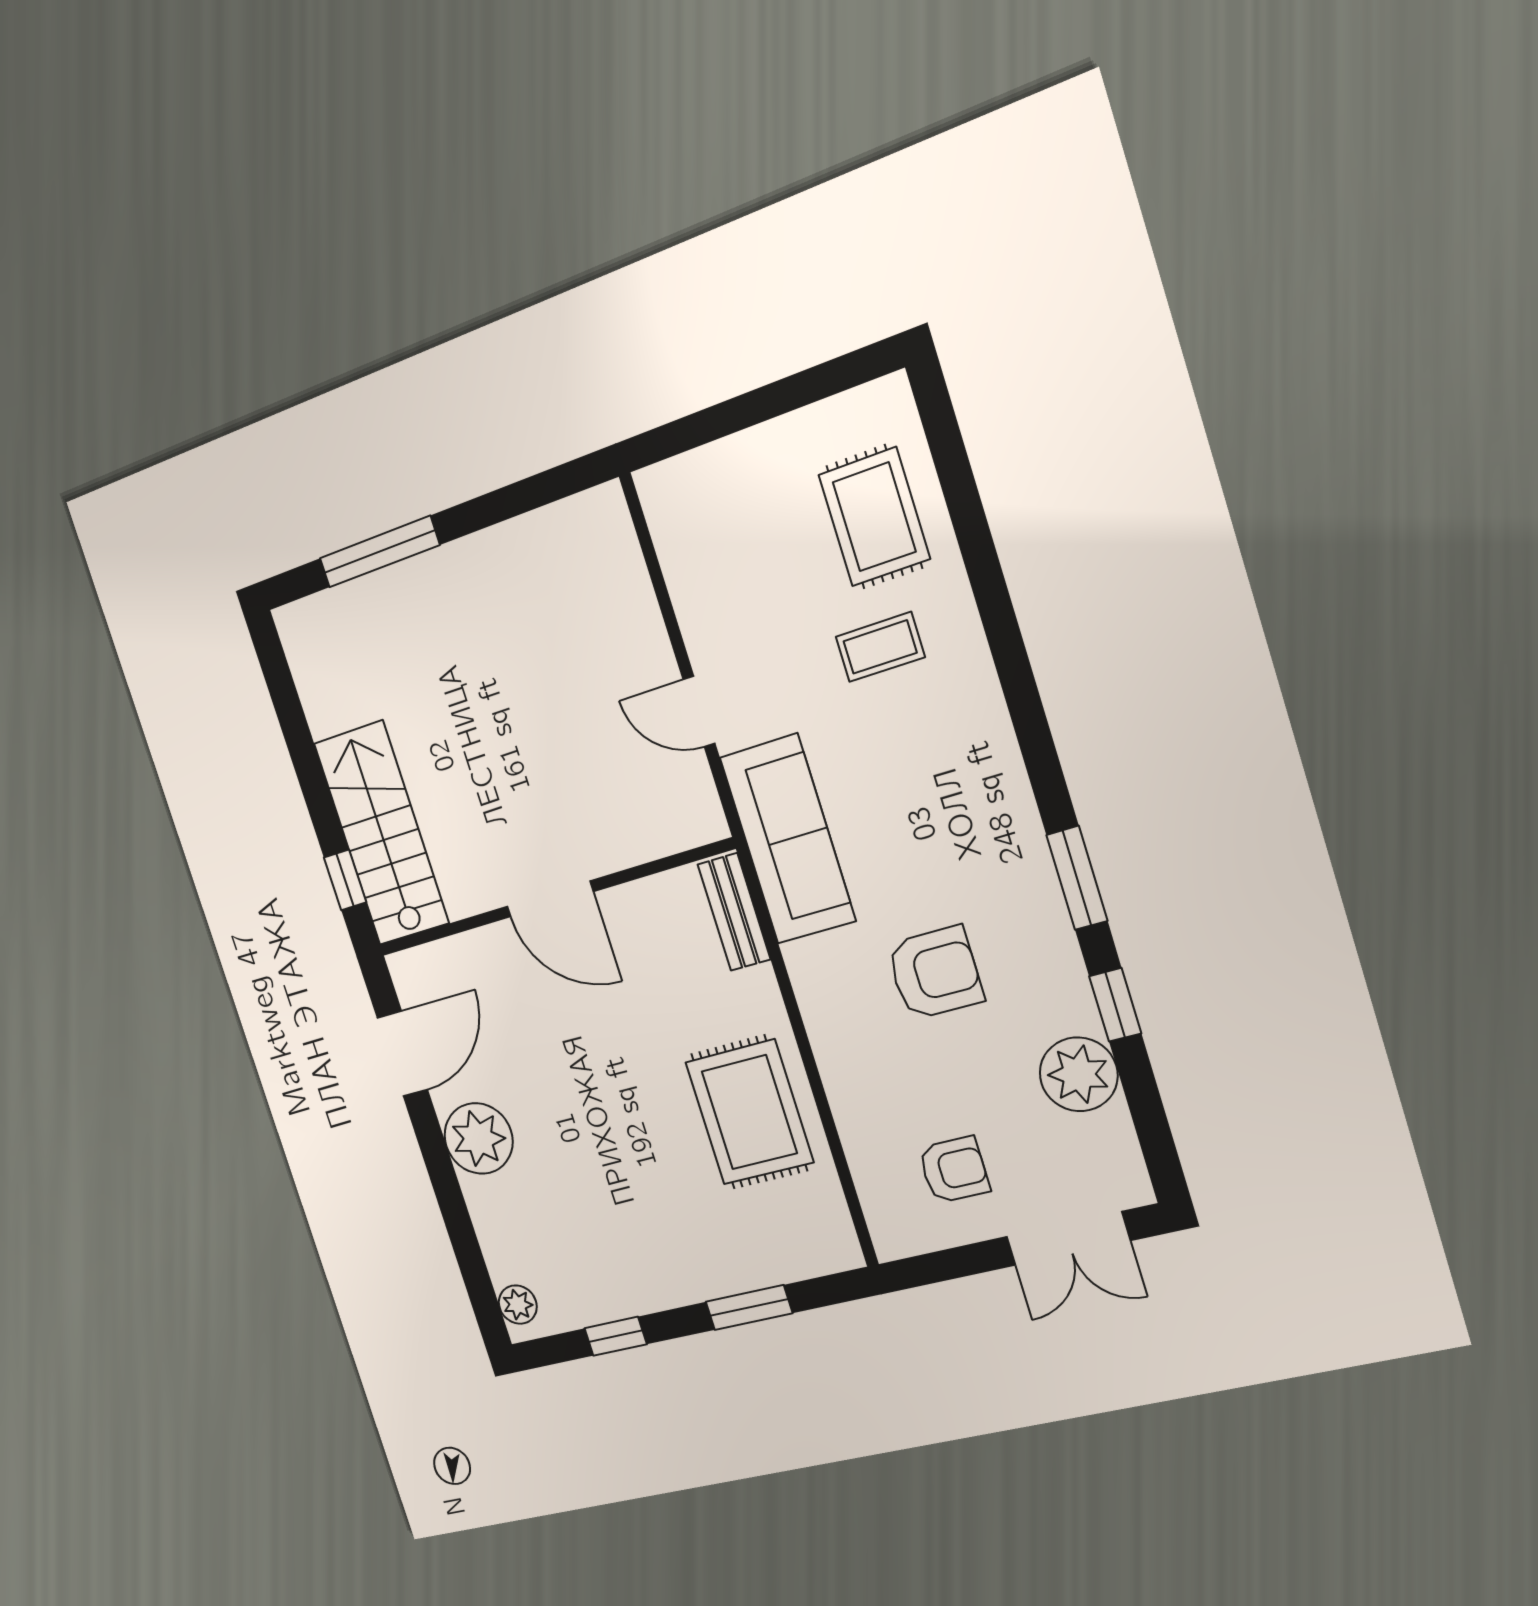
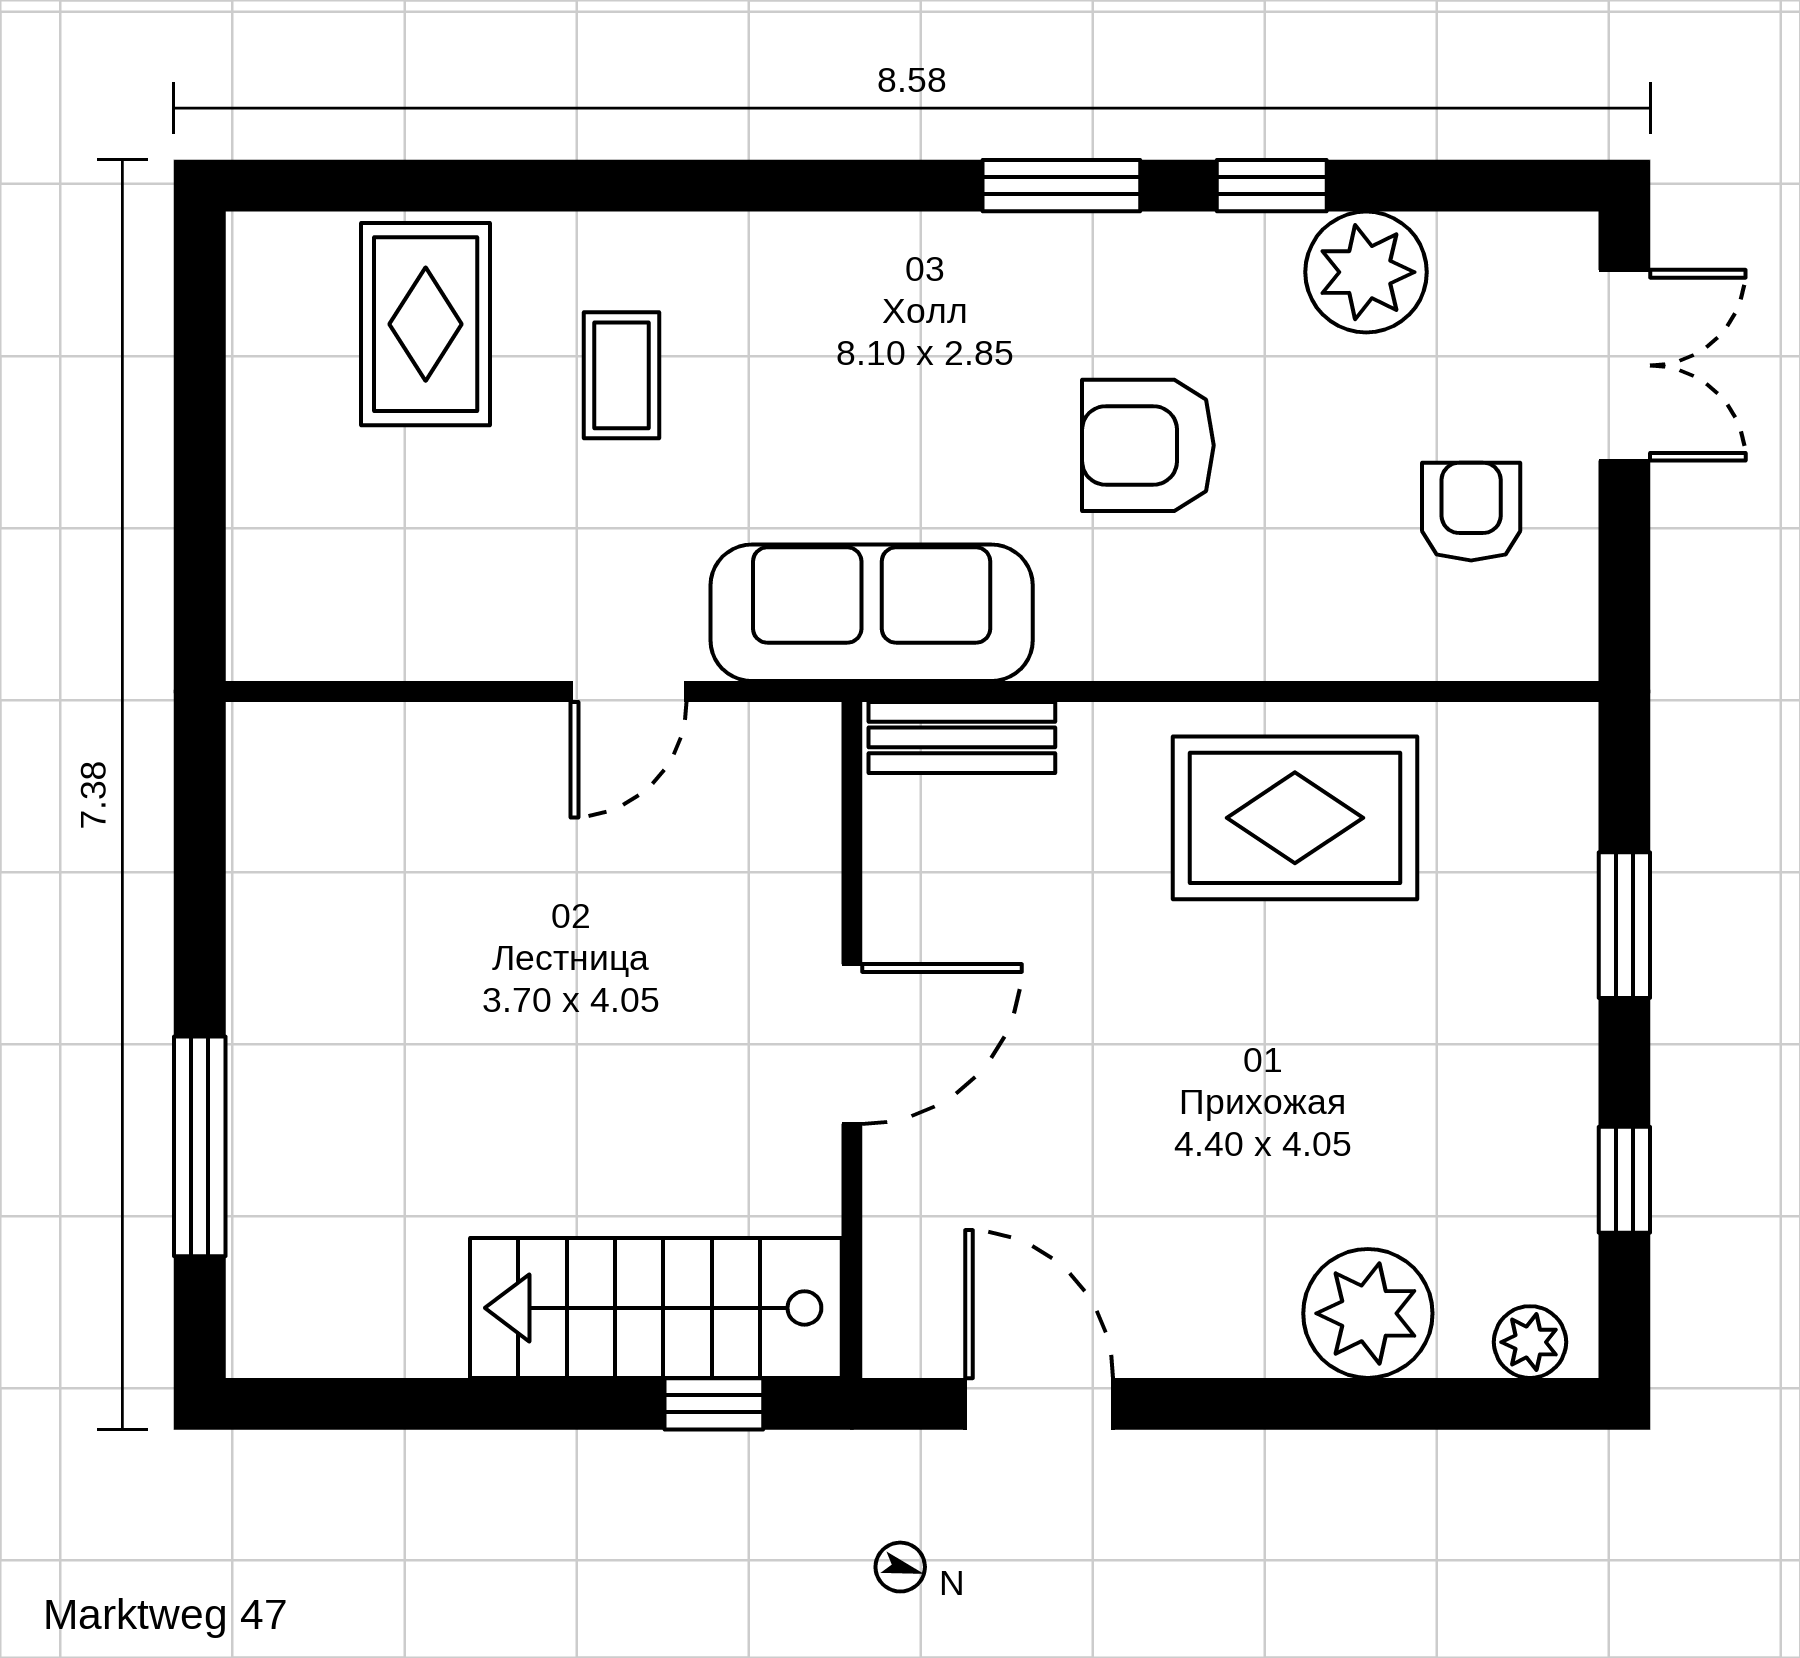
rug: (874, 517) -> (426, 324), turned 90
armchair: (935, 973) -> (1148, 445), turned -90
plant: (479, 1138) -> (1368, 1313), moved

